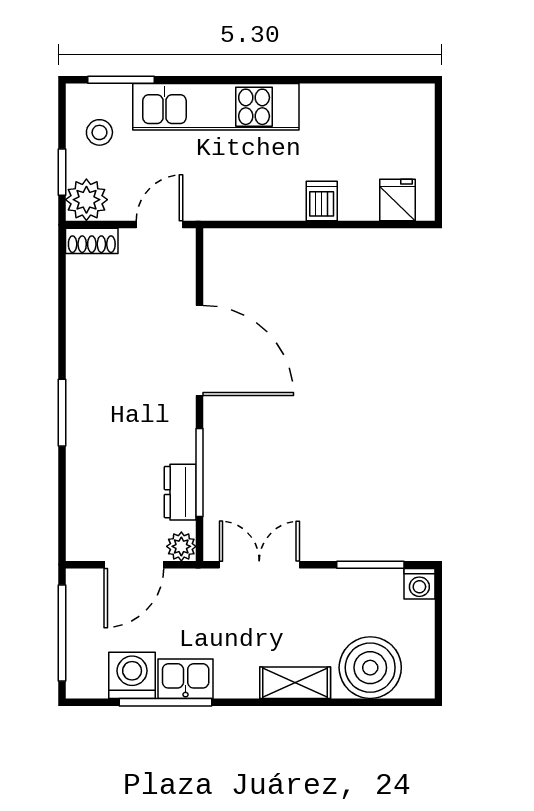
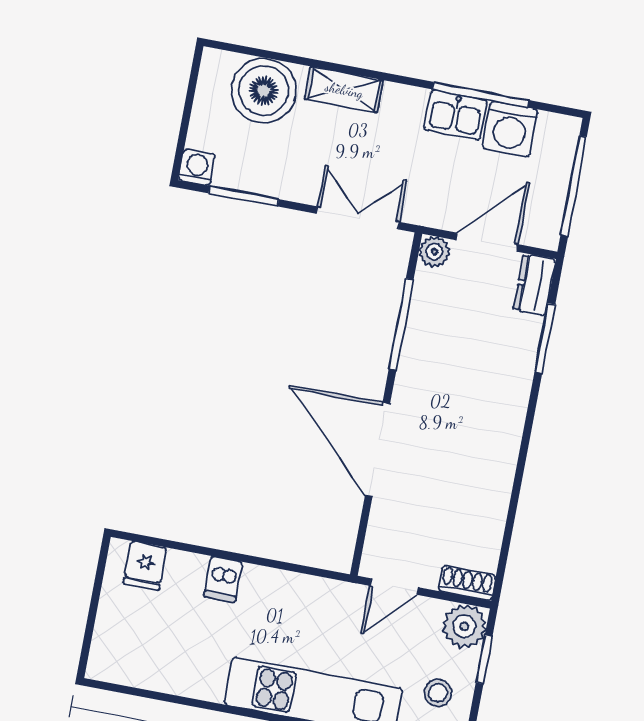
window: (62, 413) -> (545, 338), moved
dresser: (180, 492) -> (534, 285), moved, turned 180
double door: (259, 565) -> (358, 218), swing flipped

